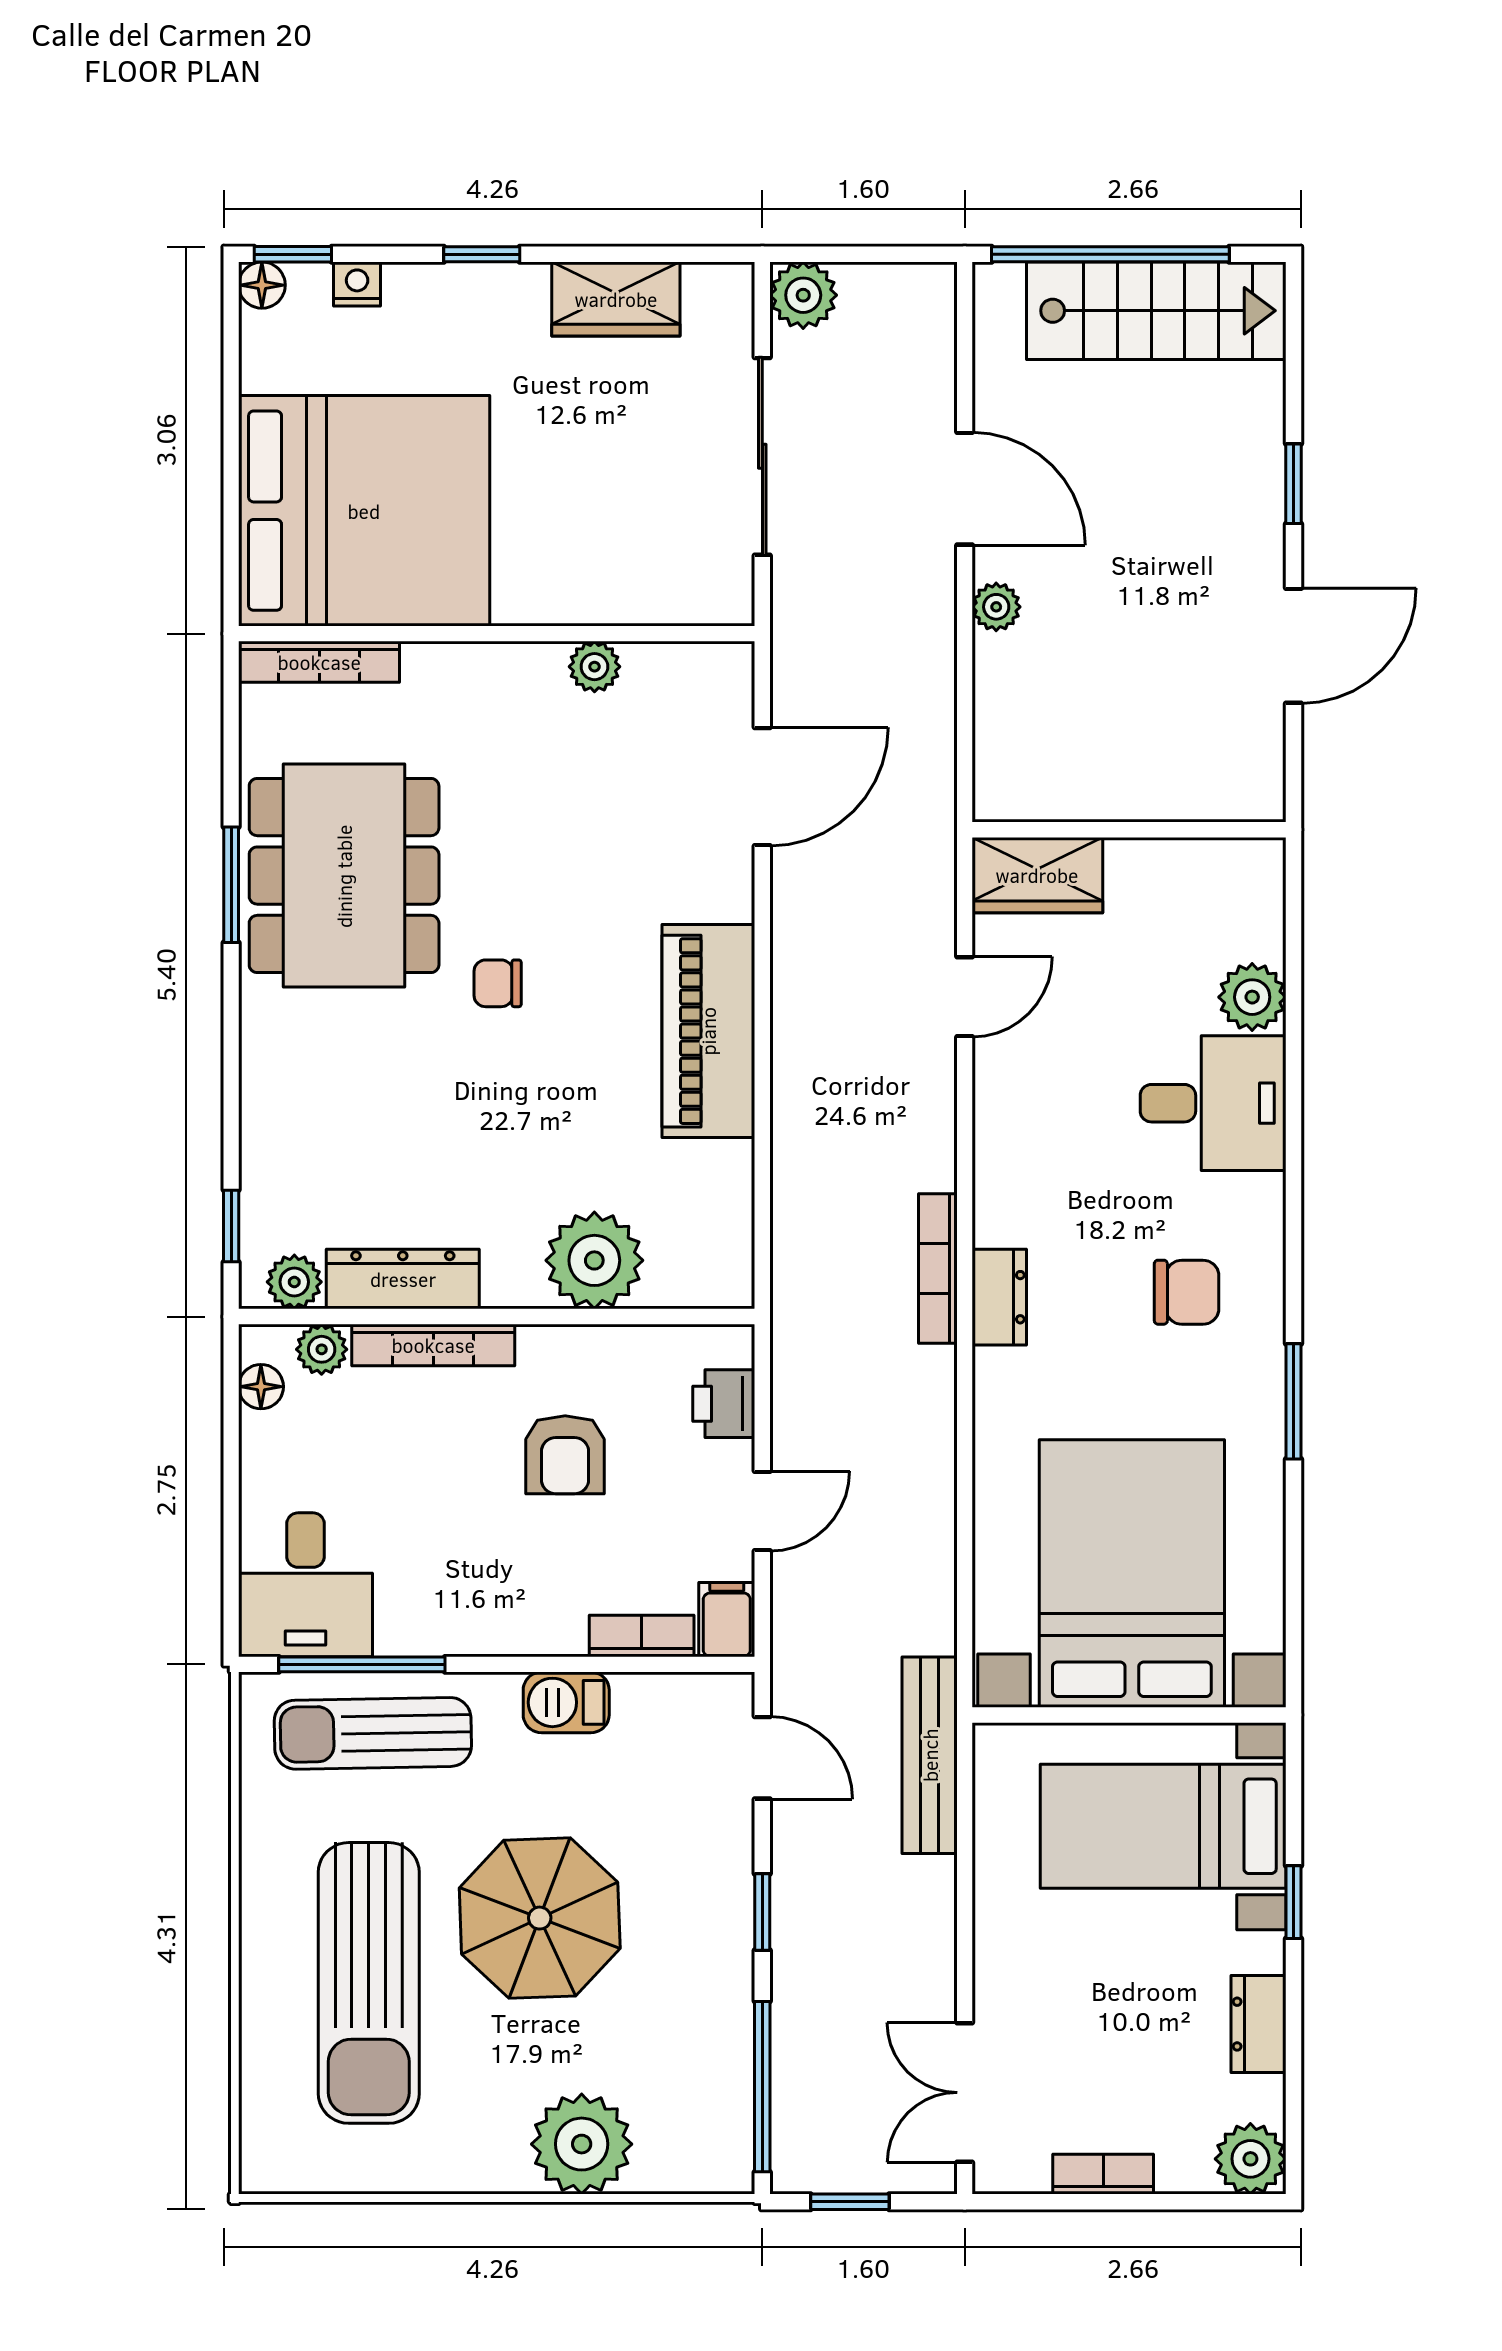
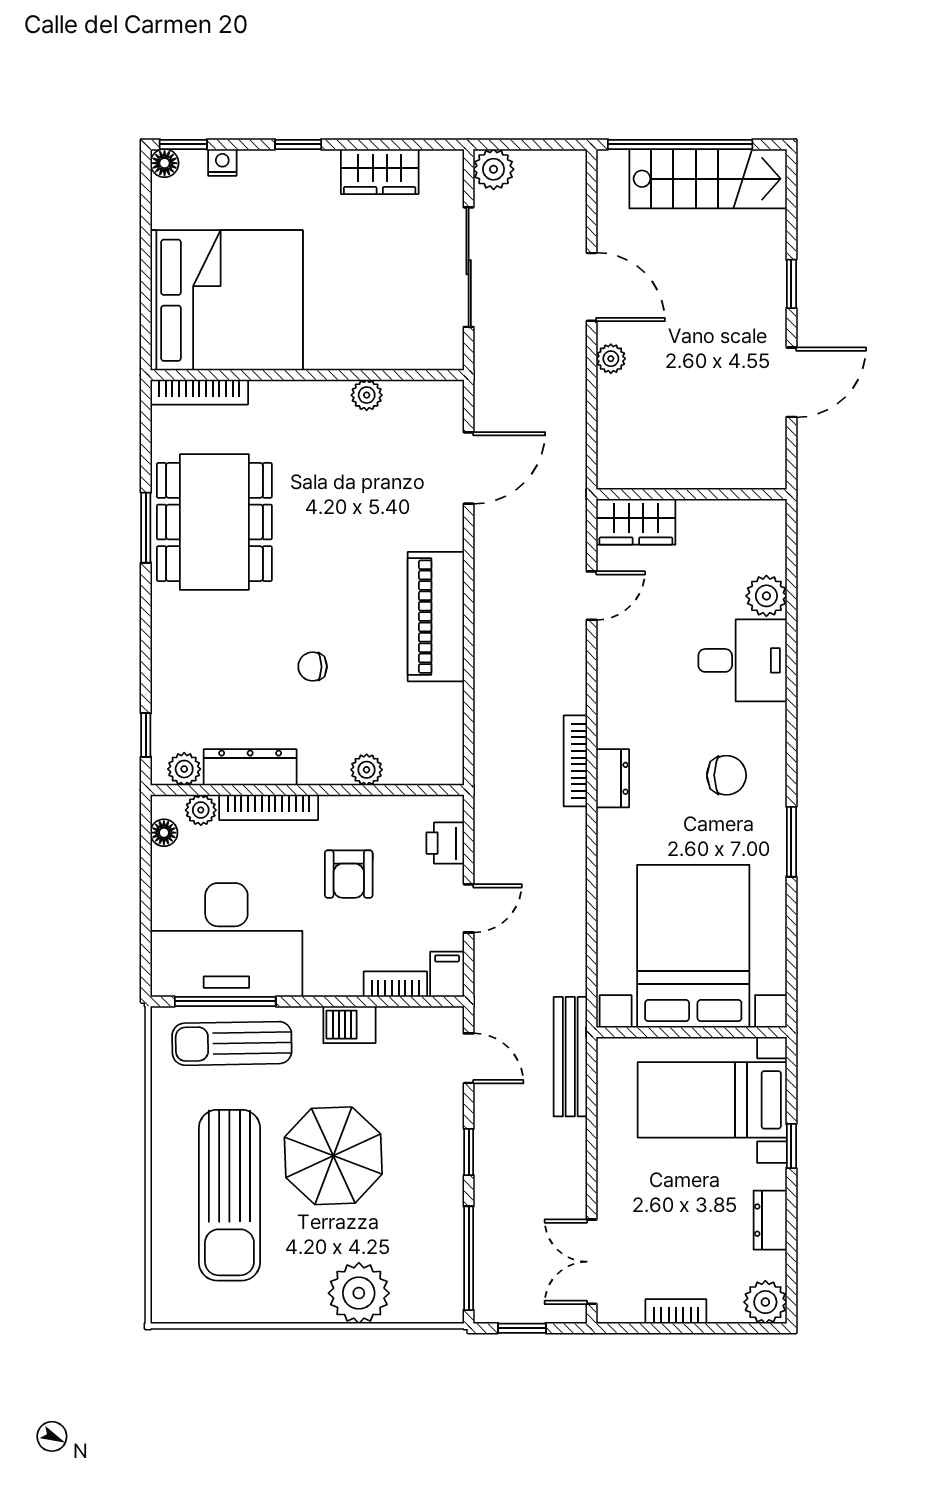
chair: (498, 983) -> (313, 667), moved
plant: (594, 1260) -> (367, 770), width x0.53, depth x0.53
desk: (305, 1585) -> (226, 940), width x1.87, depth x1.30

